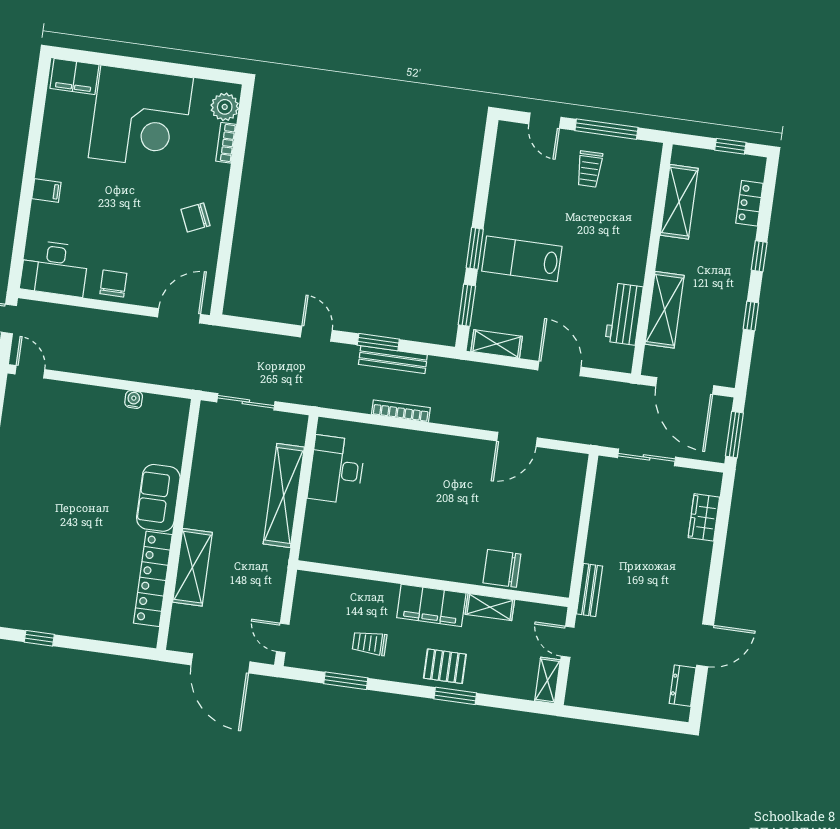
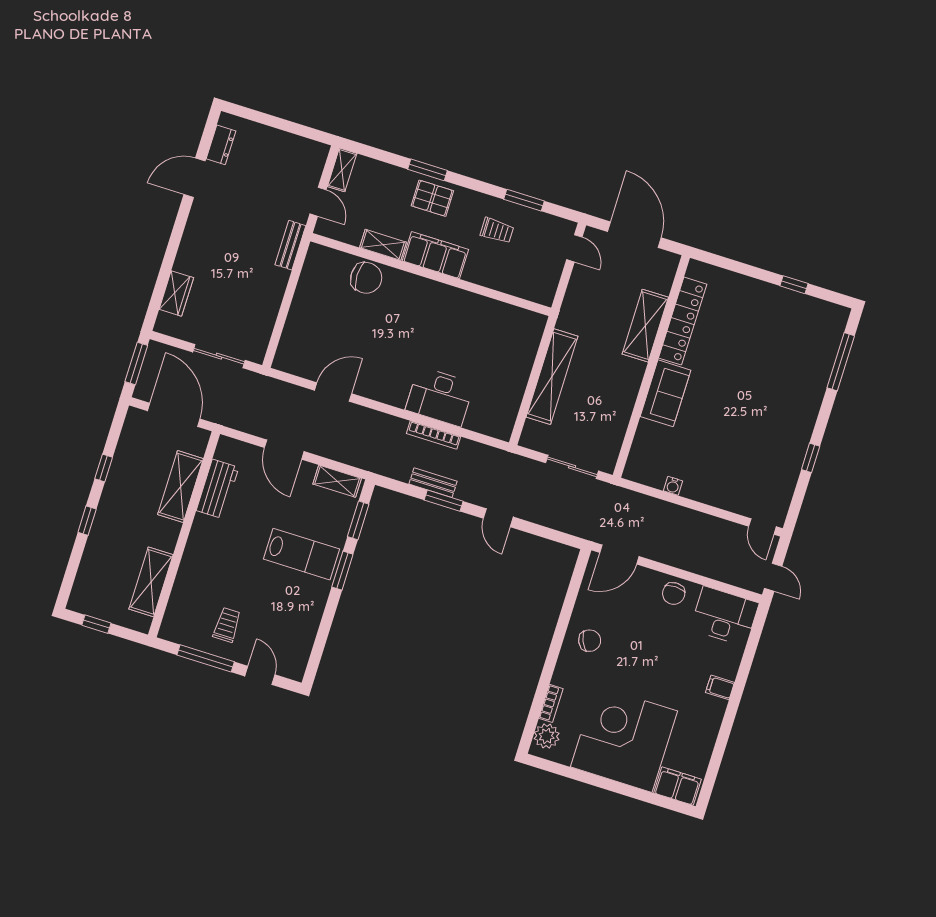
locker: (749, 203) -> (88, 570), removed
bench: (393, 360) -> (433, 483), width x0.73
desk: (336, 470) -> (440, 397), moved, turned 90

